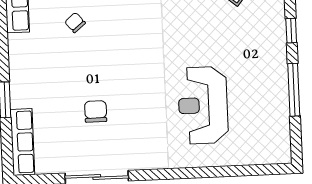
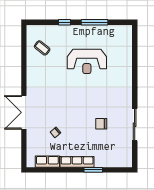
reception desk: (203, 105) -> (87, 61), moved
row of seats: (22, 142) -> (77, 162), moved

